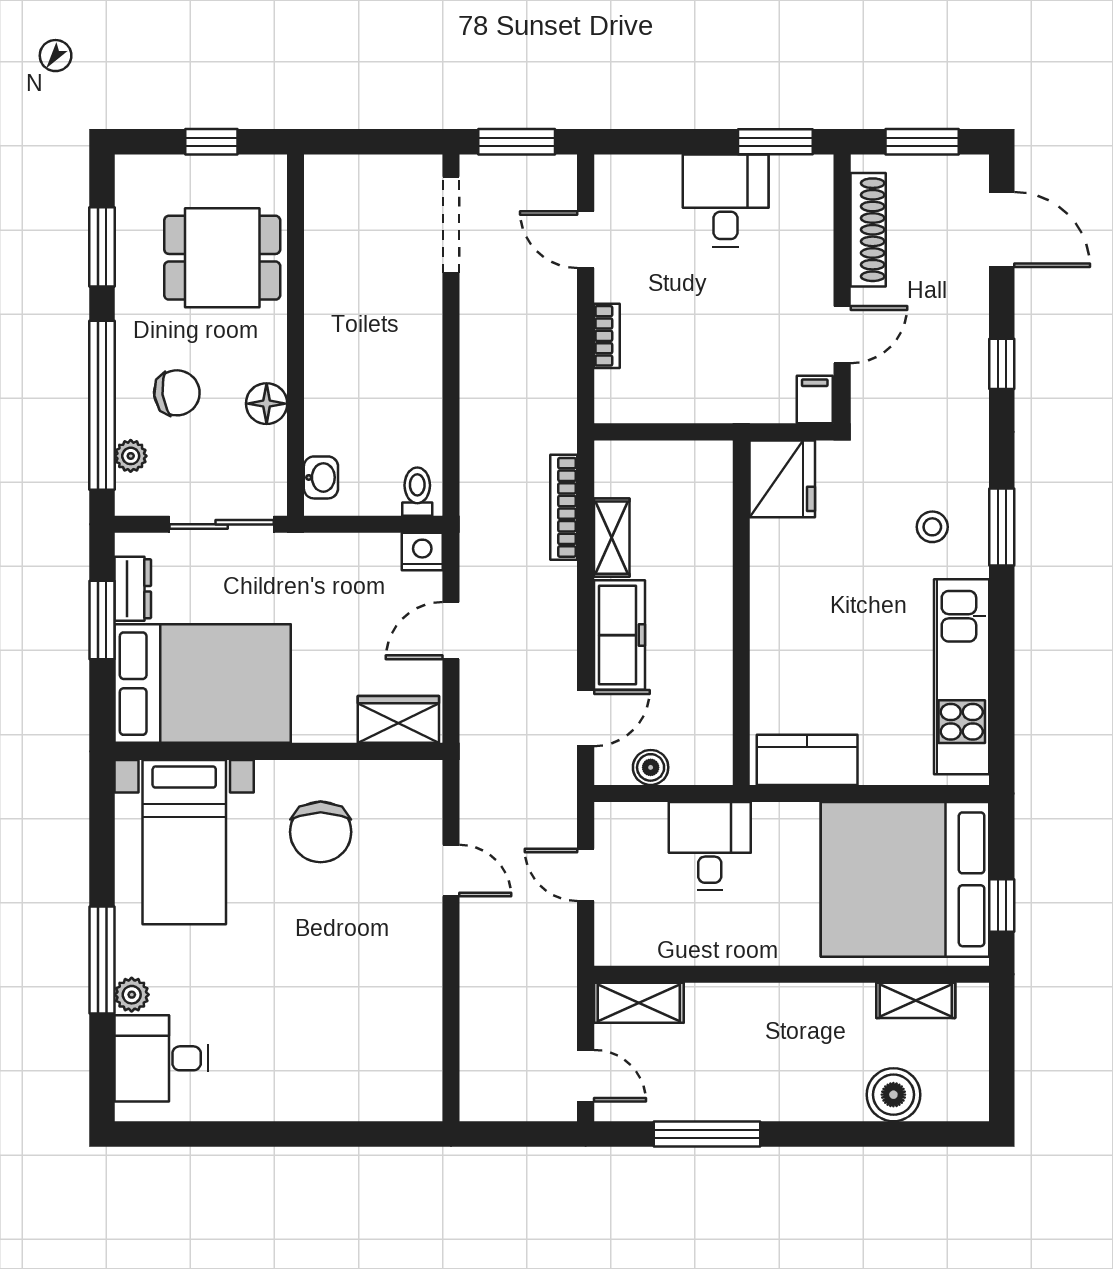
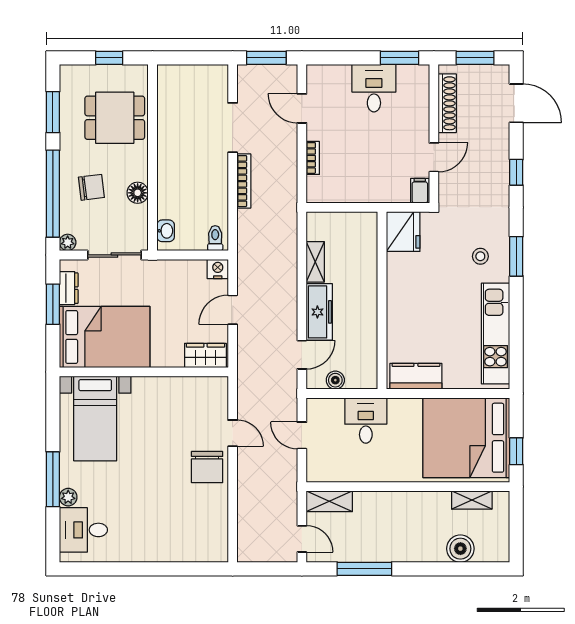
doorway: (451, 225) -> (233, 128), moved
plant: (131, 456) -> (68, 242), moved
bookcase: (564, 507) -> (244, 181), moved, turned 180
chair: (321, 832) -> (207, 467), moved

